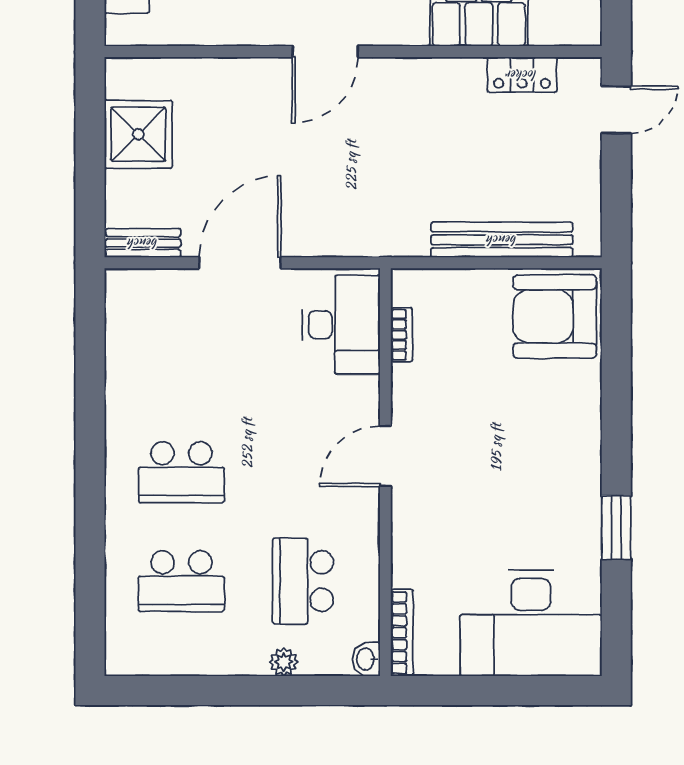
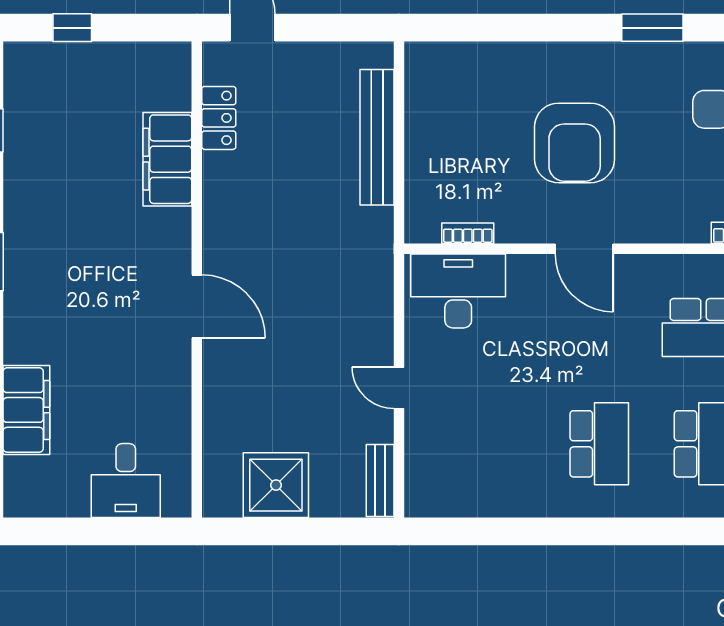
door: (240, 263) -> (399, 388), width x0.53
armchair: (555, 316) -> (575, 143), moved

